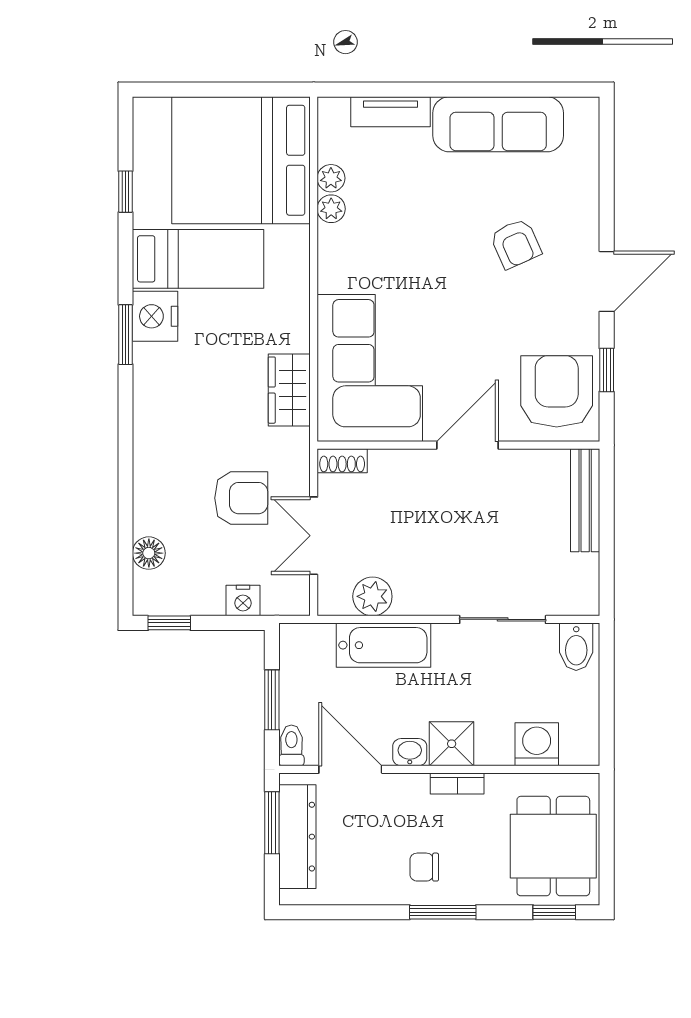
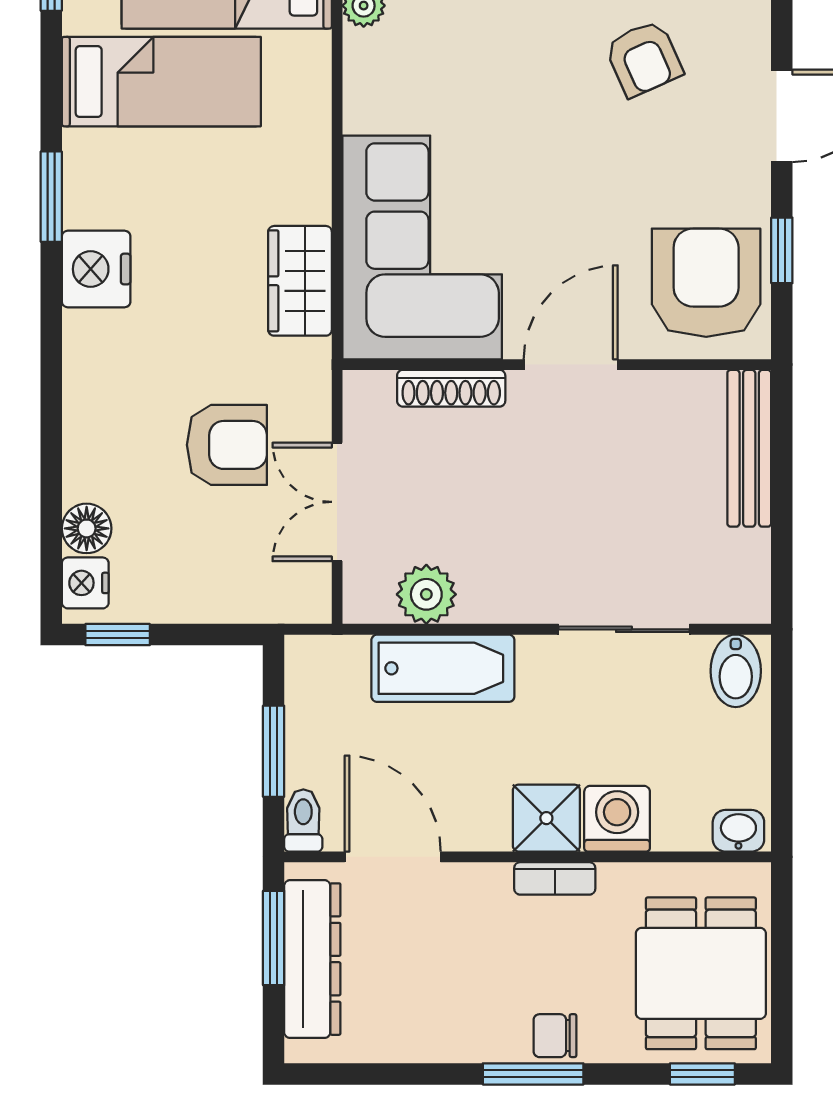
nightstand: (155, 316) -> (96, 269), moved
shoe rack: (342, 461) -> (451, 388), moved, width x1.43
nightstand: (243, 601) -> (85, 583), moved, turned 90
washing machine: (537, 744) -> (617, 819), moved
washbasin: (410, 752) -> (738, 831), moved
chair: (424, 867) -> (555, 1036), moved

